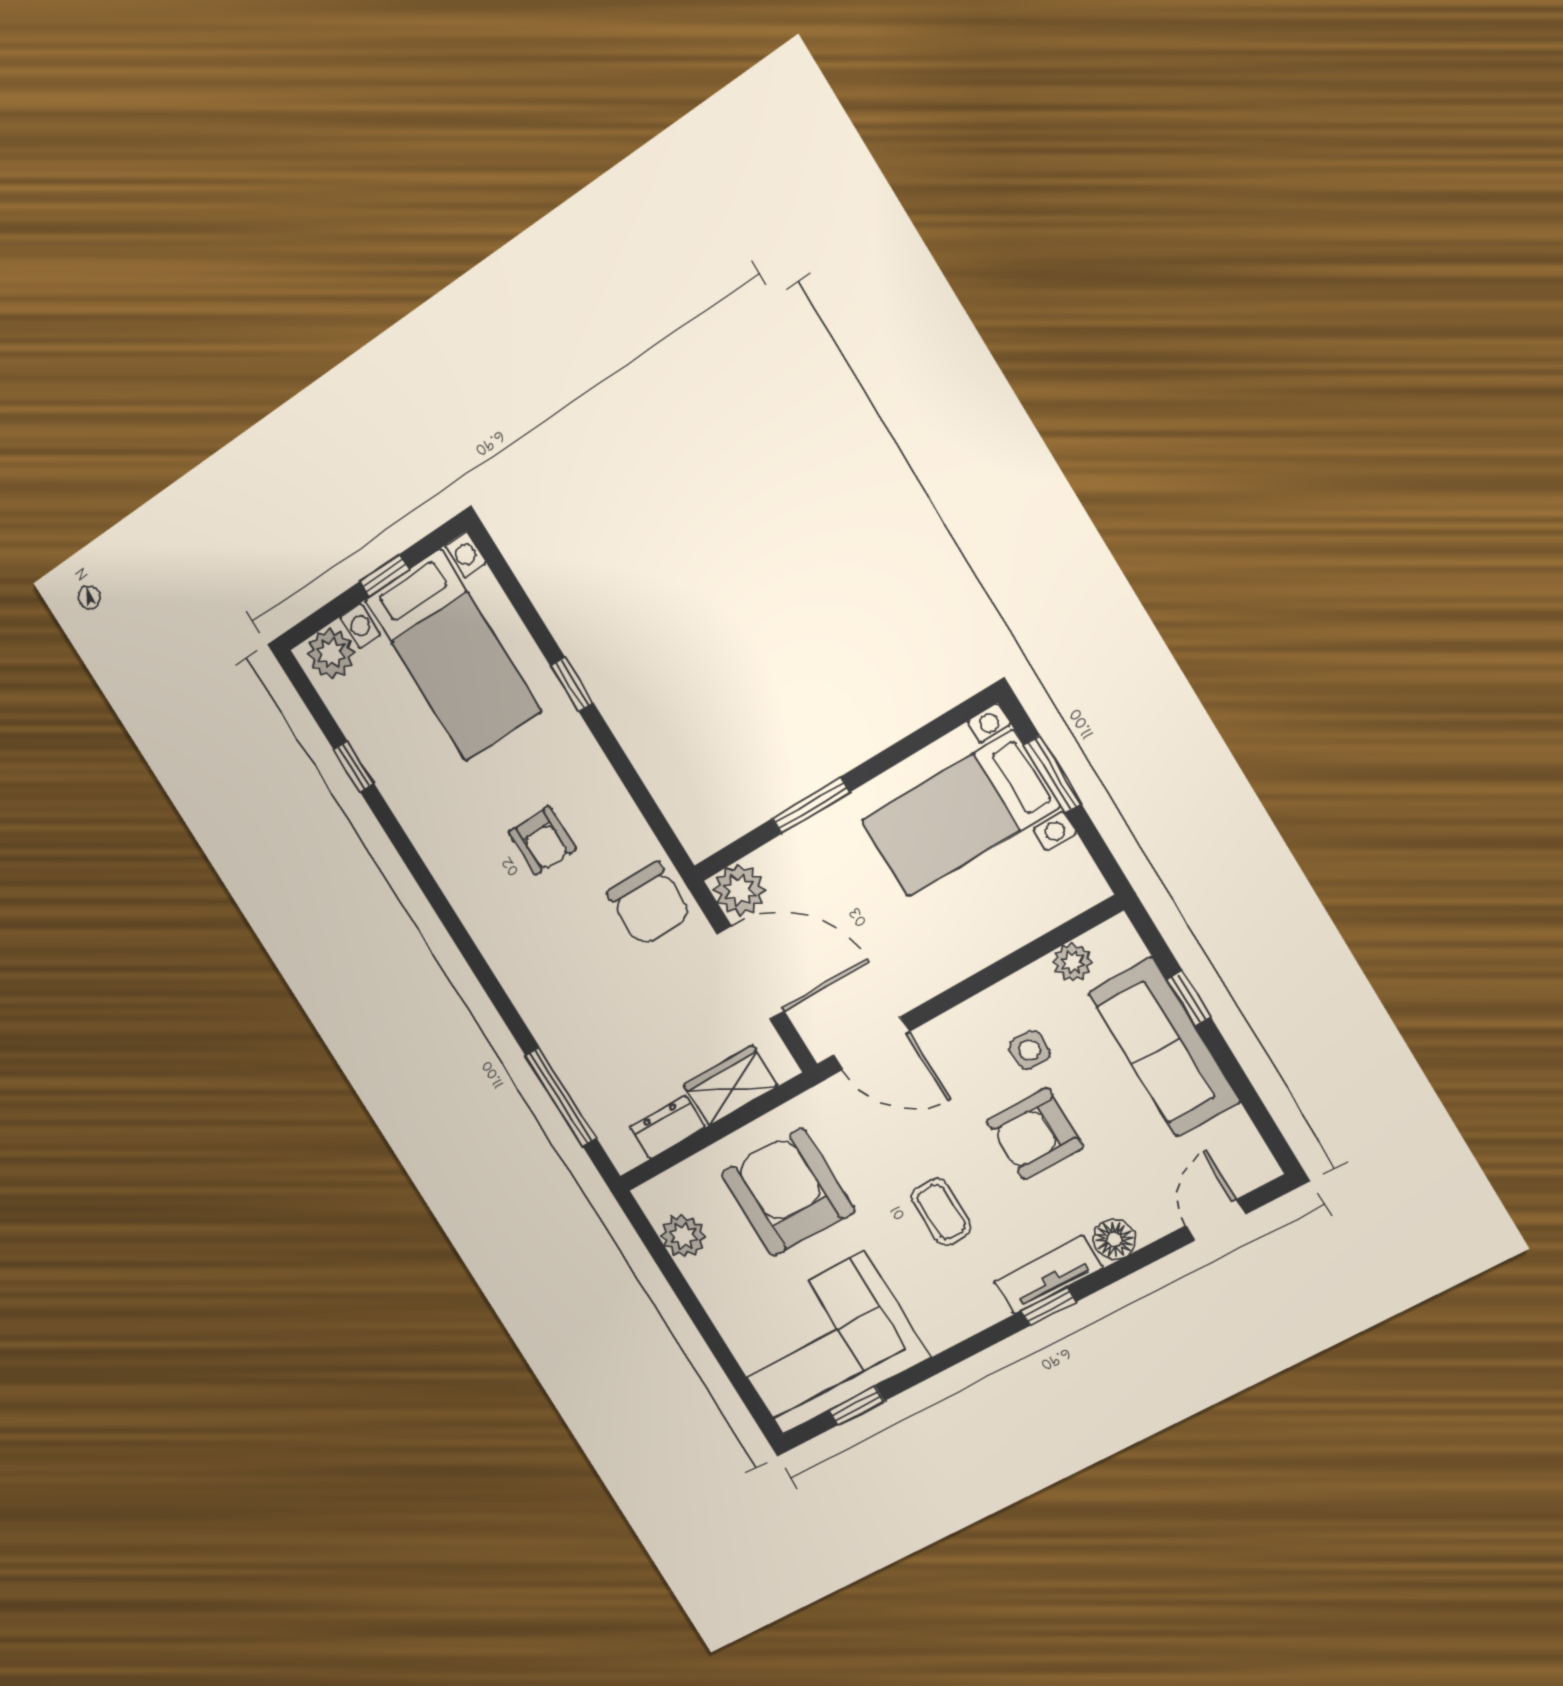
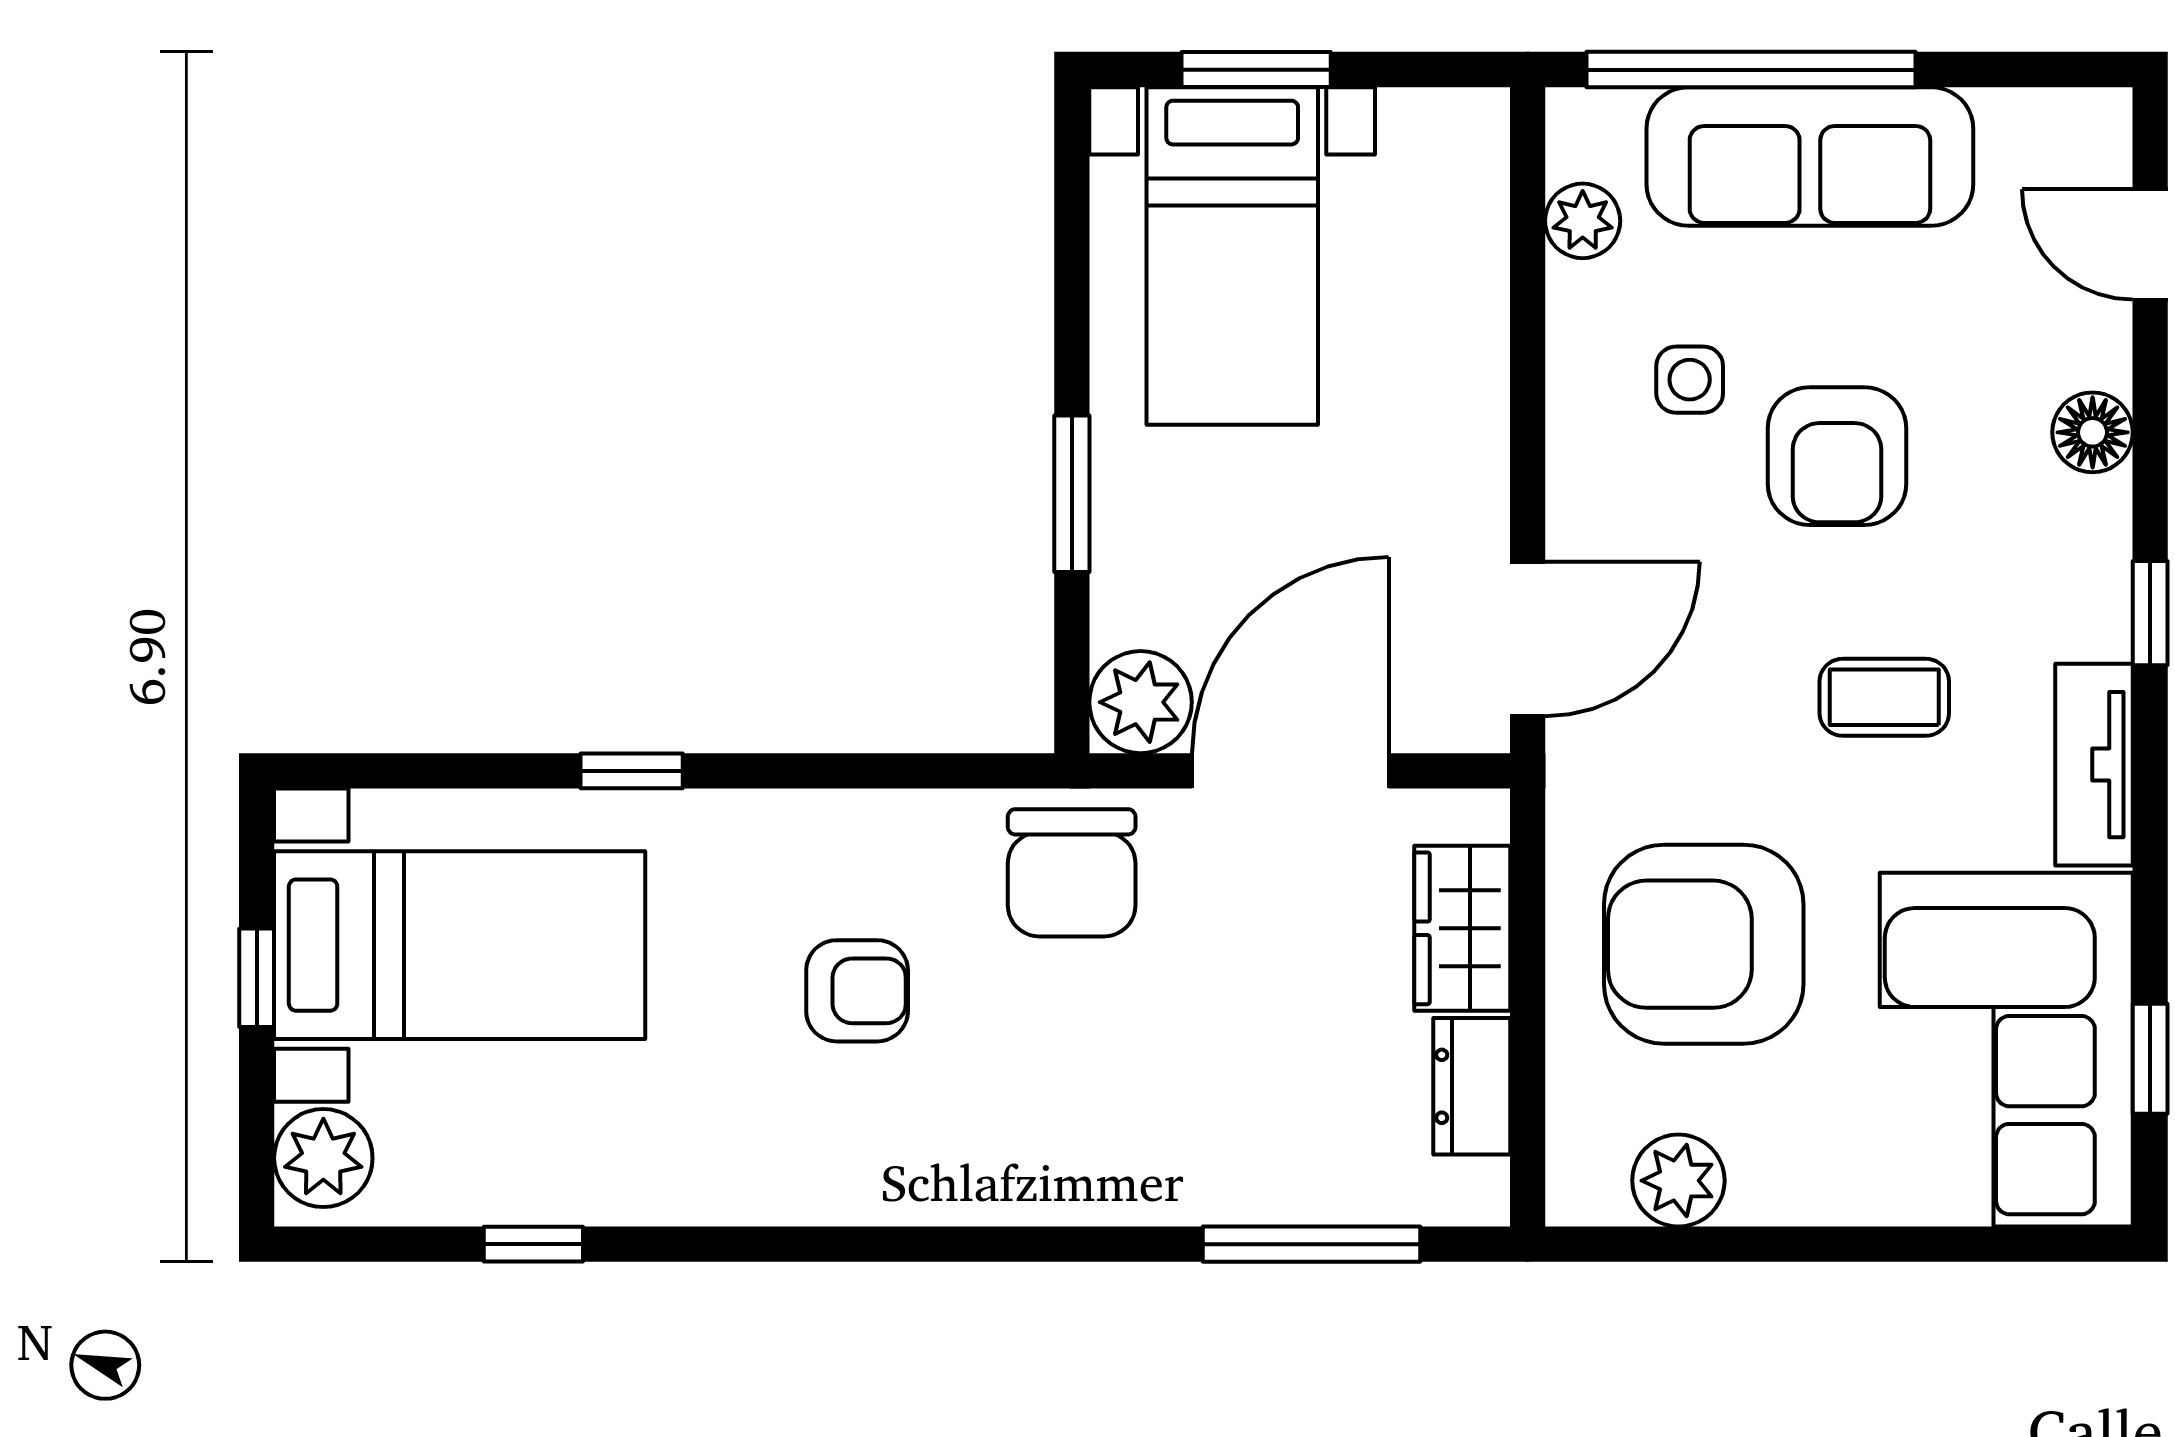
chair: (649, 904) -> (1072, 873), turned 90
window: (1189, 999) -> (1751, 70), width x3.17
tv unit: (1048, 1275) -> (2094, 765), moved

